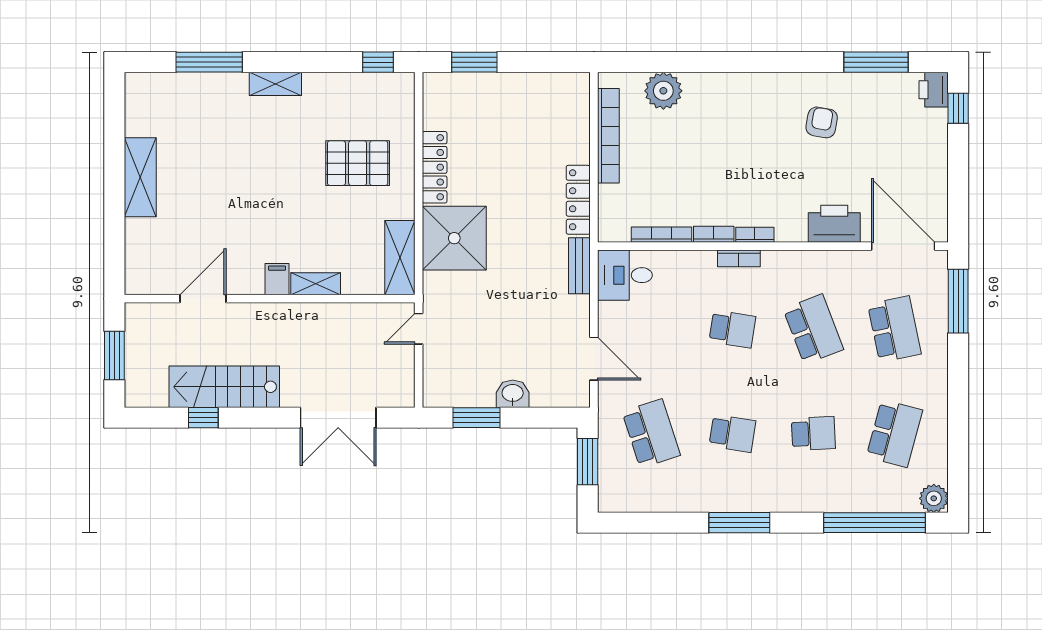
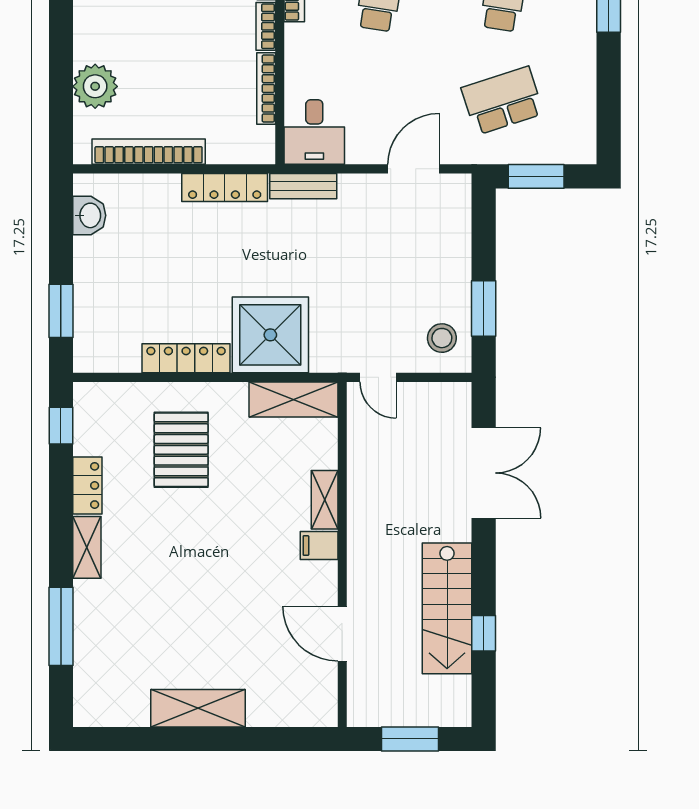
locker: (328, 84) -> (87, 485), added
stool: (452, 382) -> (442, 338), added
washbasin: (513, 394) -> (89, 215), moved, turned 180

